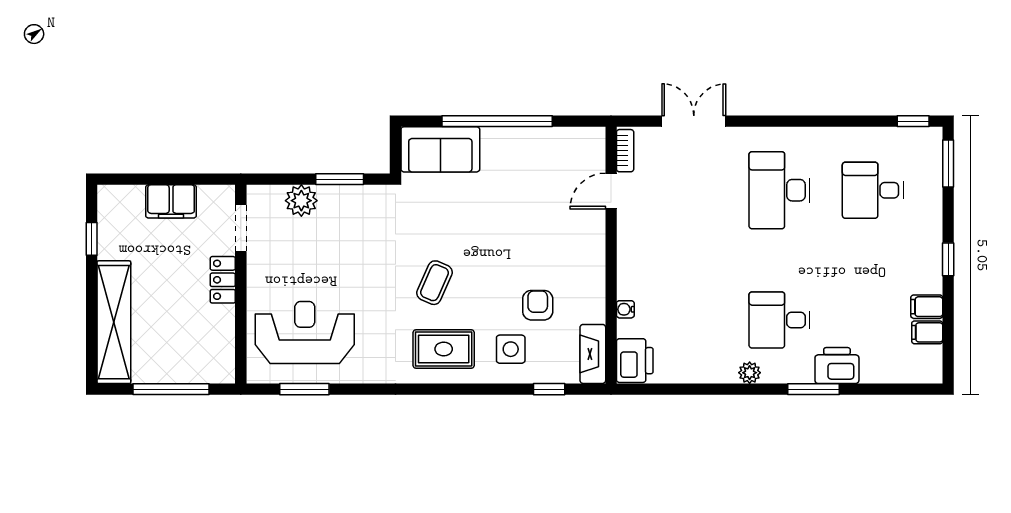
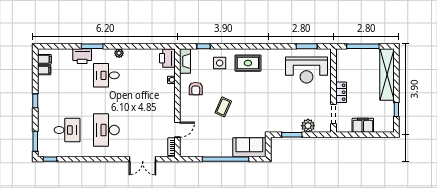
desk: (780, 190) -> (106, 130), turned 180
coffee table: (435, 283) -> (223, 107), moved
armchair: (538, 305) -> (196, 89), moved
filing cabinet: (927, 307) -> (44, 59), moved
desk: (780, 320) -> (106, 75), turned 180

